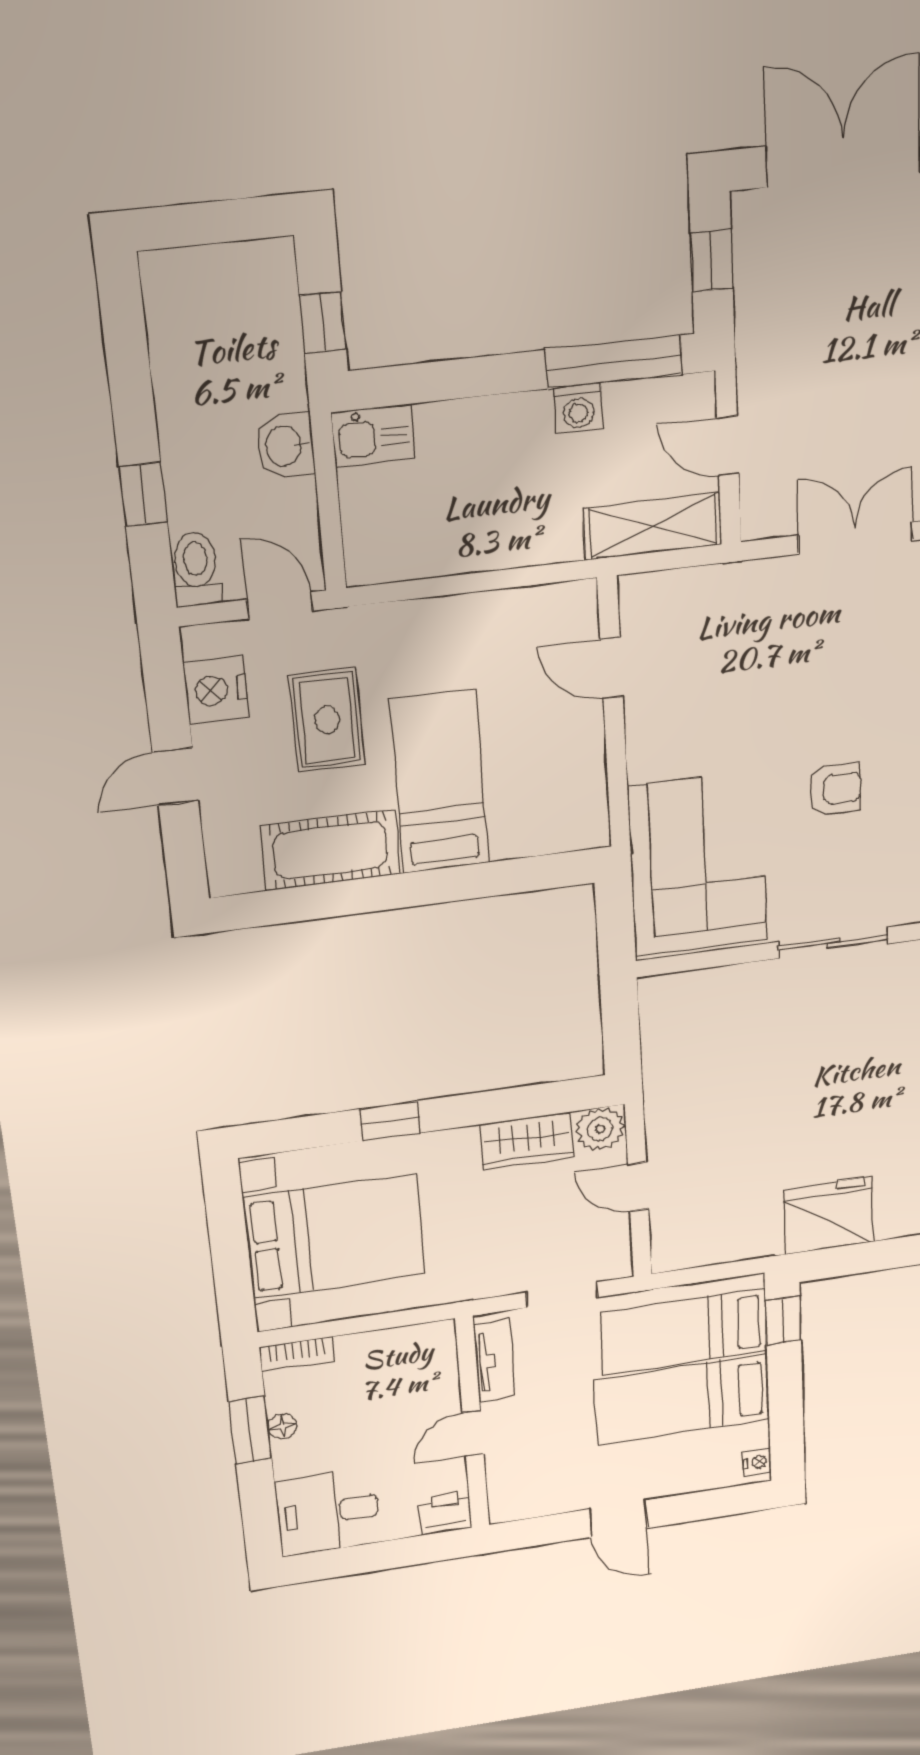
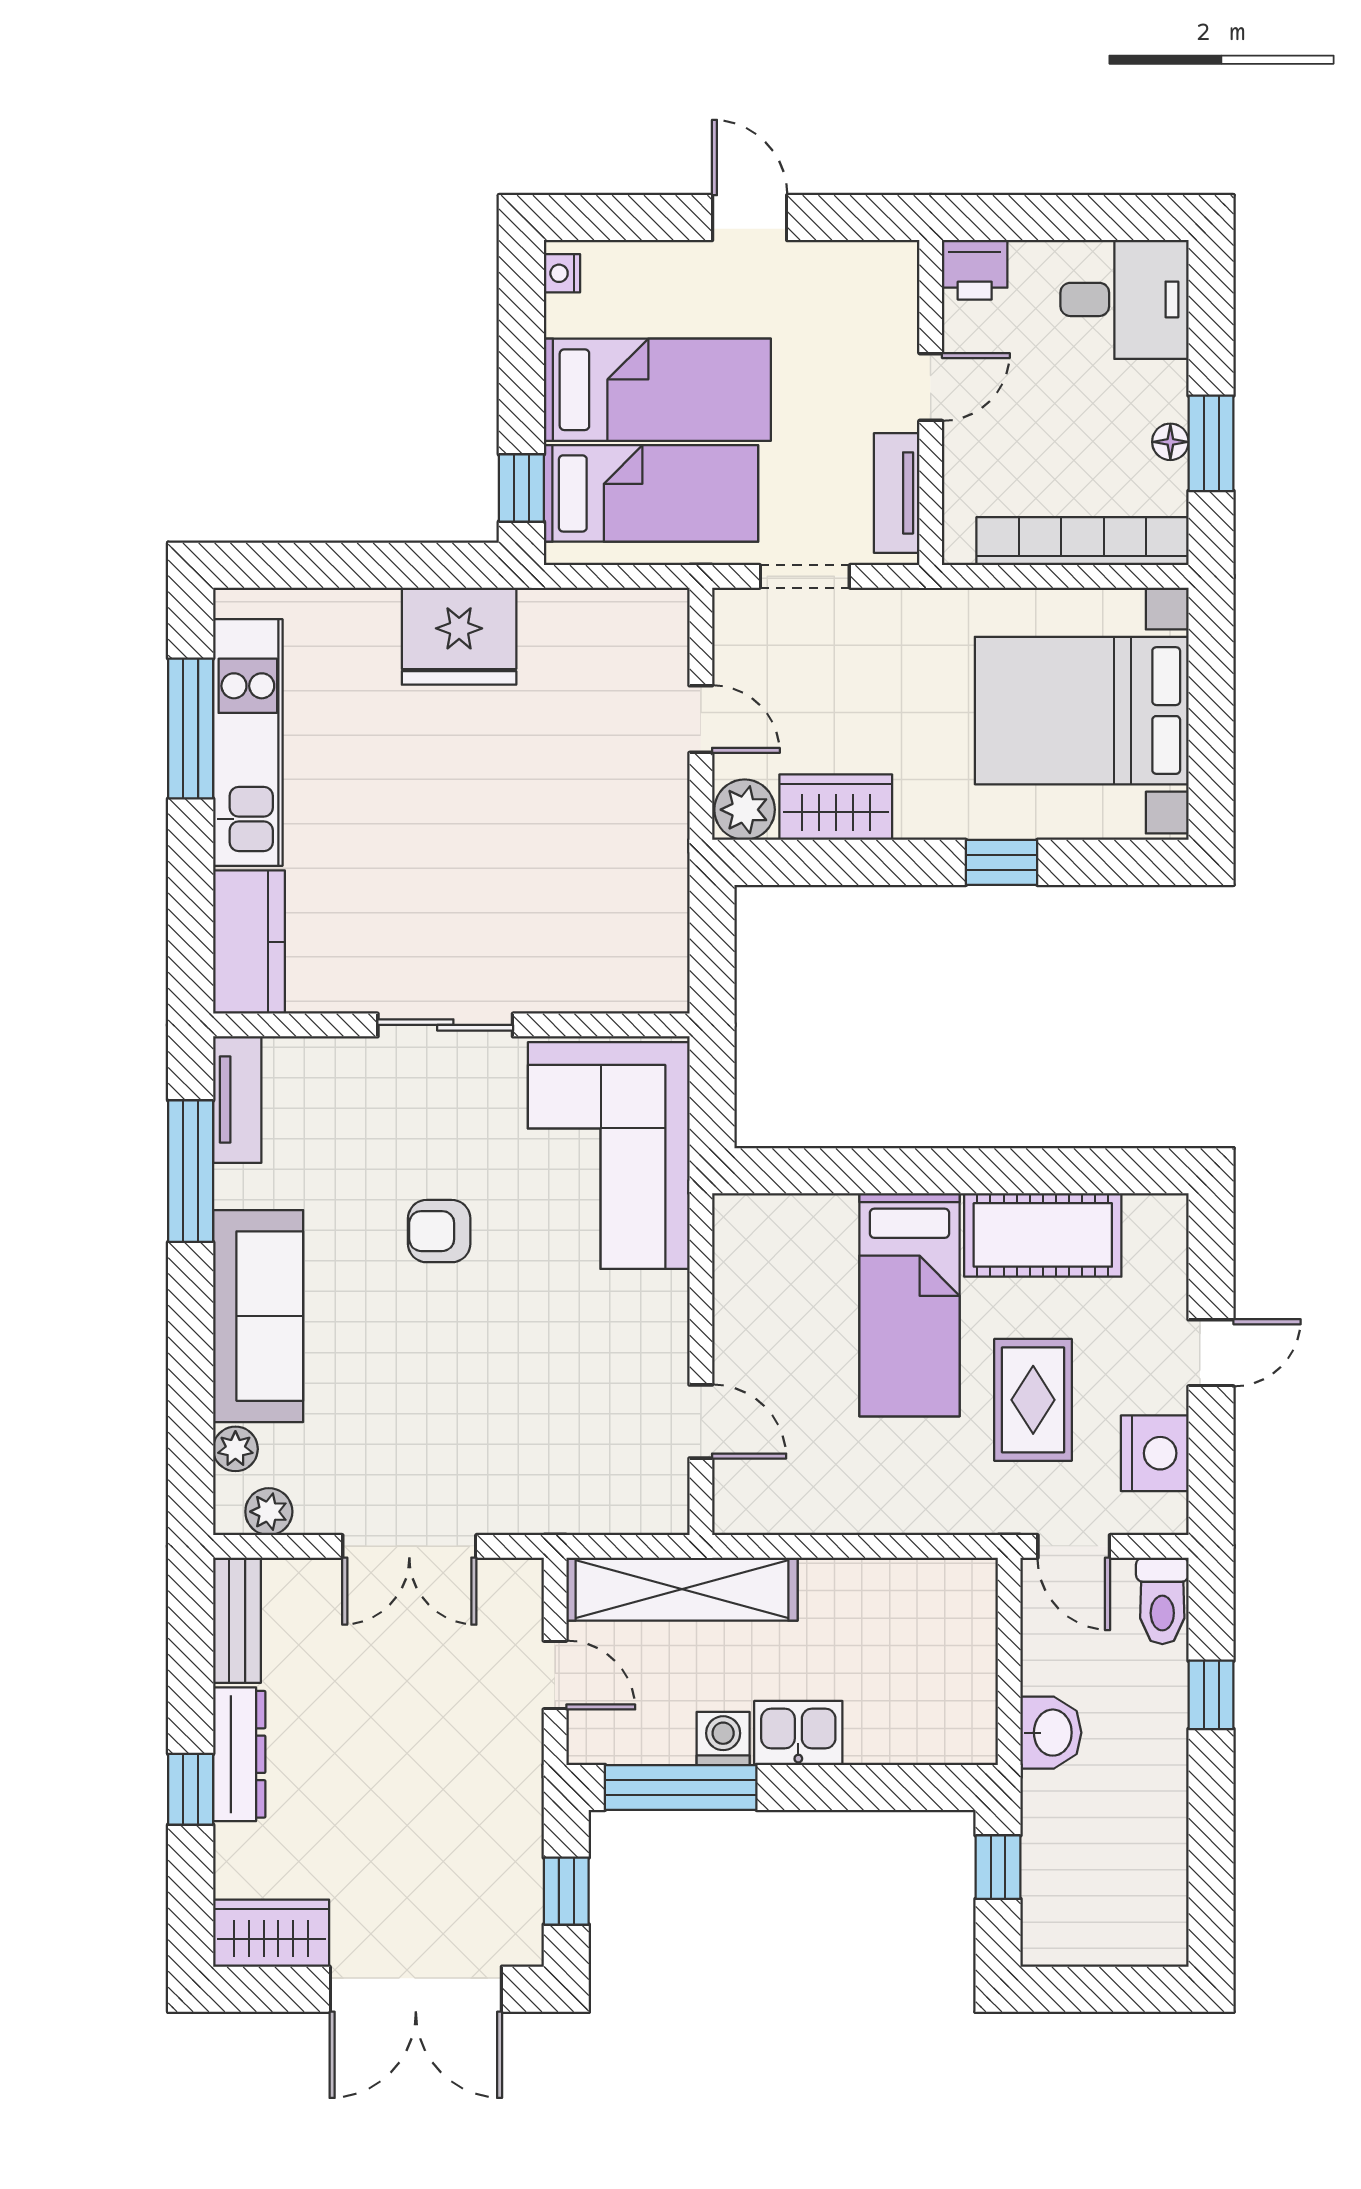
kitchen sink: (373, 436) -> (798, 1733), moved
shelving: (653, 526) -> (682, 1589), width x1.47
bookcase: (297, 1354) -> (1083, 541), width x2.31, depth x1.31

